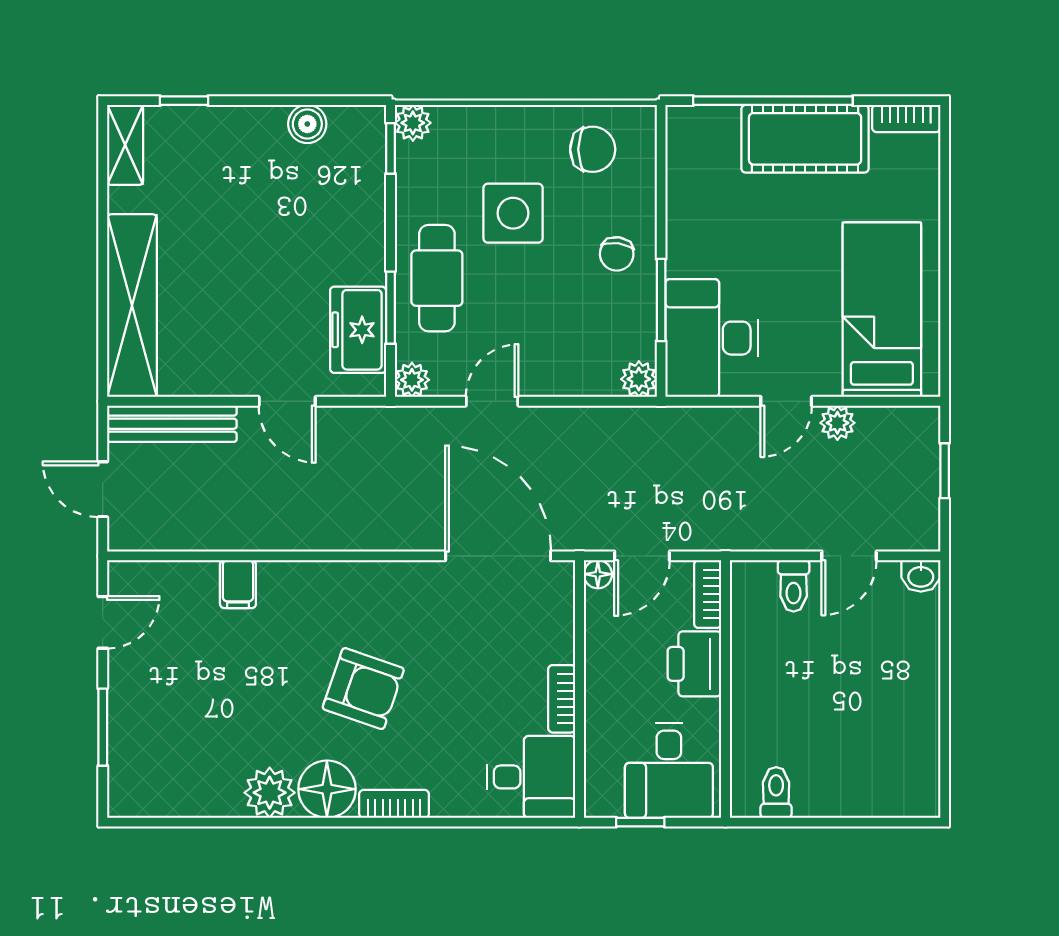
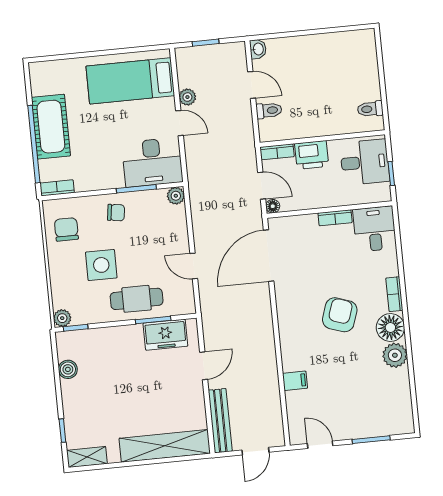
bookcase: (906, 119) -> (57, 188), moved, turned -90
plant: (412, 380) -> (187, 306), removed

